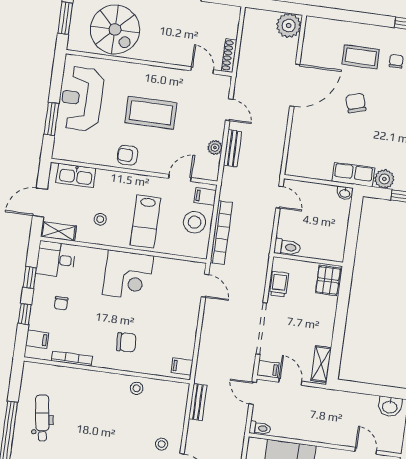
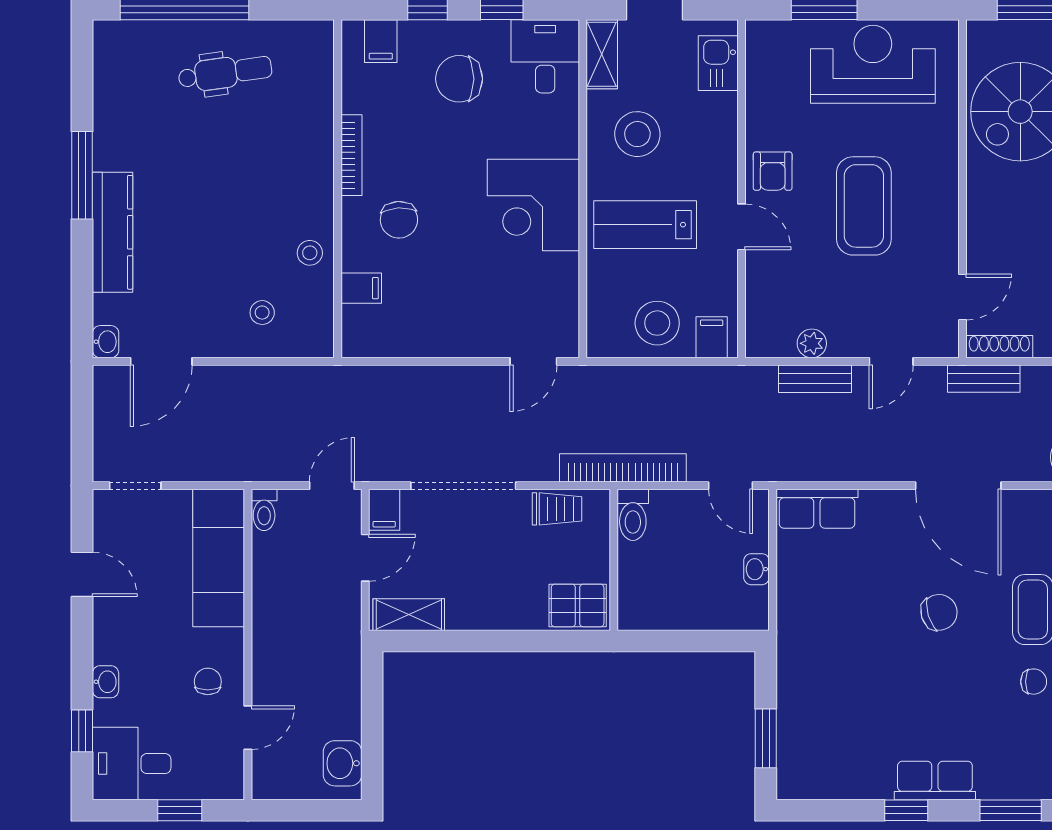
armchair: (128, 155) -> (773, 171), turned 180
kitchen sink: (76, 175) -> (718, 63), width x0.73
row of seats: (353, 175) -> (817, 509), moved, turned 90
door: (180, 178) -> (742, 227), moved
plant: (384, 179) -> (795, 690), removed
washbasin: (345, 193) -> (756, 569), moved
door: (279, 197) -> (731, 486), hinge flipped
stool: (100, 219) -> (637, 134), width x1.89, depth x1.89
bookcase: (221, 233) -> (623, 468), moved, turned 180
chair: (61, 303) -> (459, 79), width x1.87, depth x1.87
bookcase: (72, 359) -> (351, 155), moved
filing cabinet: (182, 366) -> (361, 288), moved, turned 90
bench: (198, 402) -> (984, 379), moved
stool: (162, 444) -> (262, 313), moved

